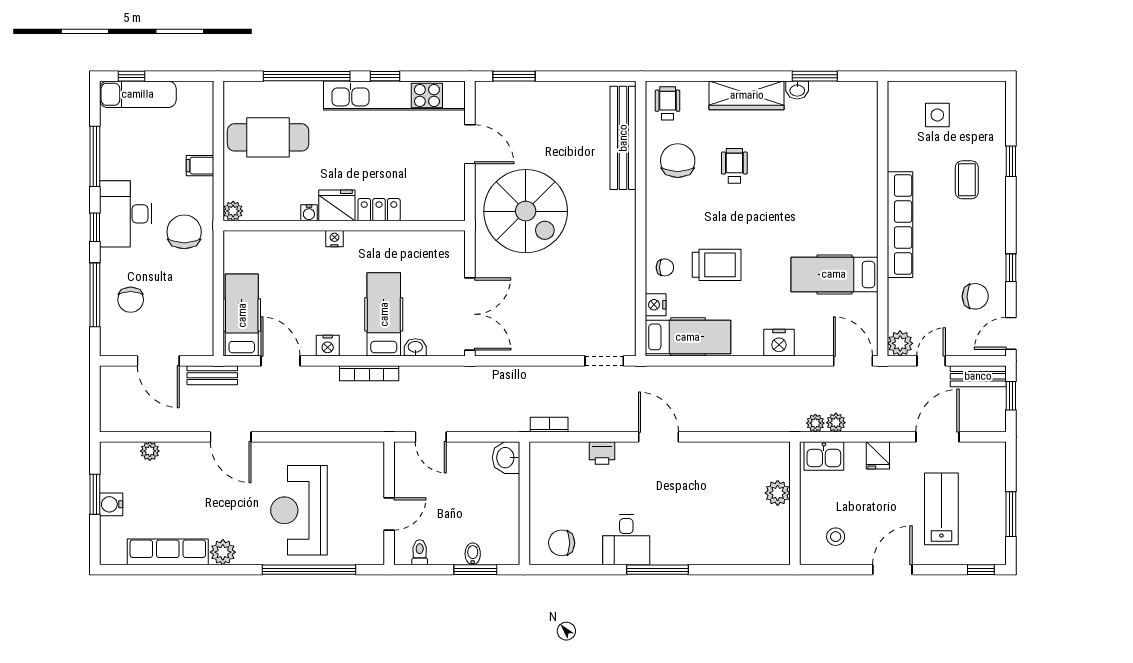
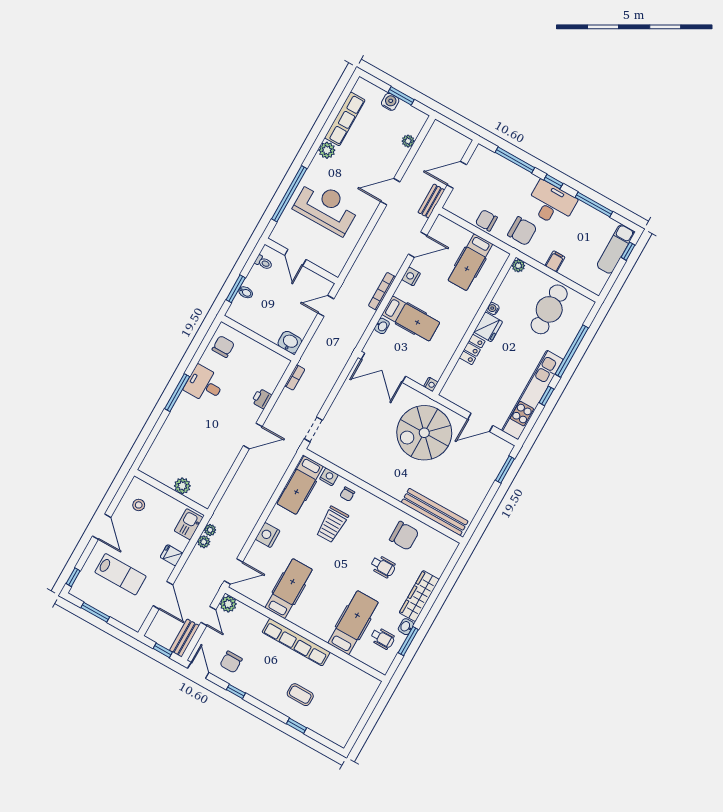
wheelchair: (668, 103) -> (383, 638), moved
side table: (937, 115) -> (347, 699), removed
hospital bed: (832, 163) -> (353, 623), added
nightstand: (334, 239) -> (431, 384), moved
chair: (131, 300) -> (486, 220), moved
hospital bed: (242, 315) -> (470, 262), moved, turned 90

